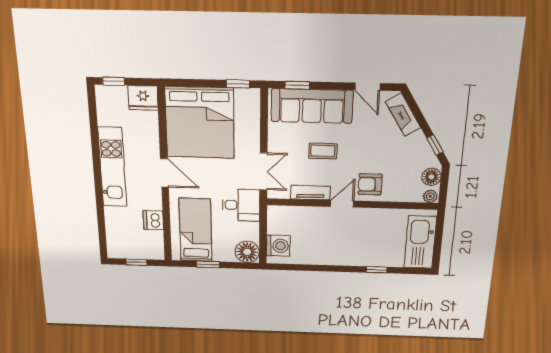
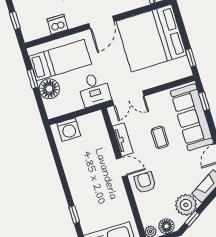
plant: (415, 147) -> (186, 205), added
floor lamp: (247, 252) -> (49, 89), moved

